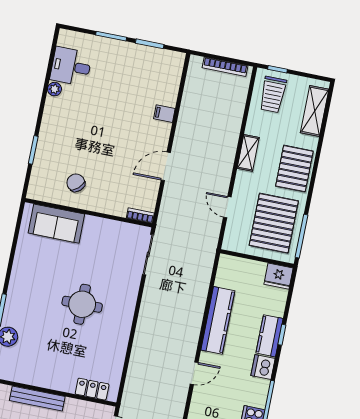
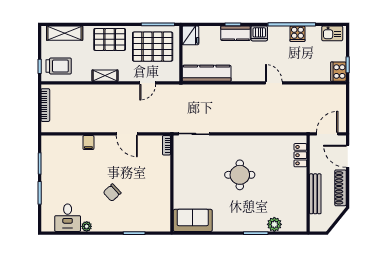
chair: (76, 183) -> (112, 193), moved
sofa: (56, 224) -> (193, 220), moved, turned -90
kitchen counter: (218, 320) -> (207, 73), moved

